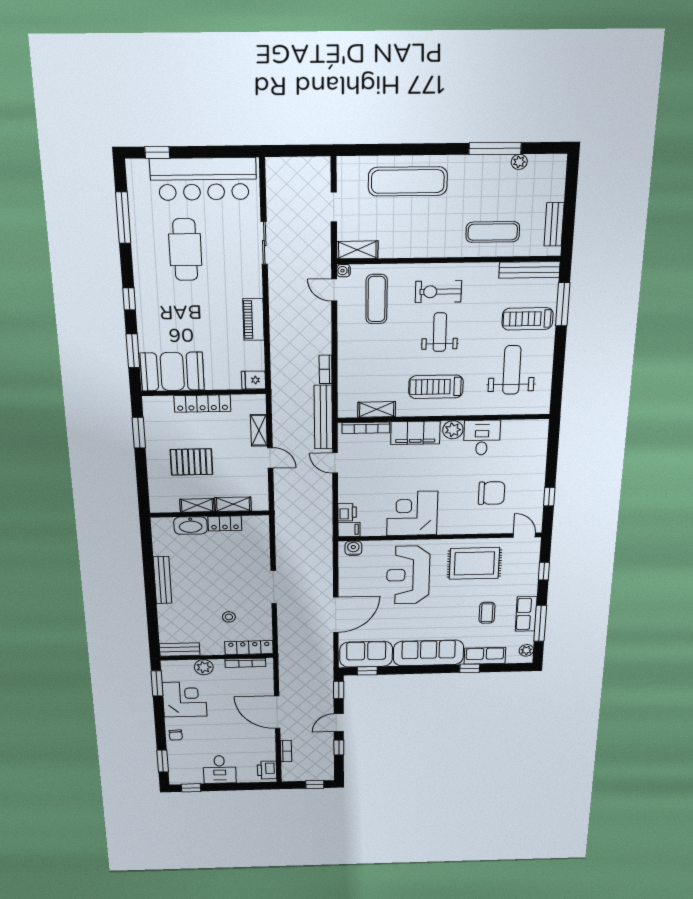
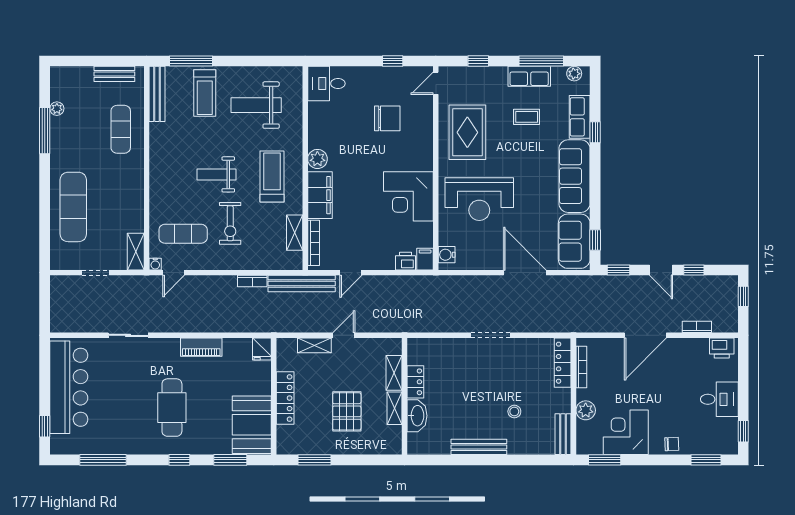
cafe table: (185, 250) -> (172, 408), moved, turned 90
exercise bike: (438, 292) -> (230, 223), moved
treadmill: (436, 387) -> (272, 177), turned 180
desk: (482, 438) -> (326, 83), moved
chair: (492, 493) -> (387, 118), turned 90
stool: (229, 617) -> (514, 411), moved

